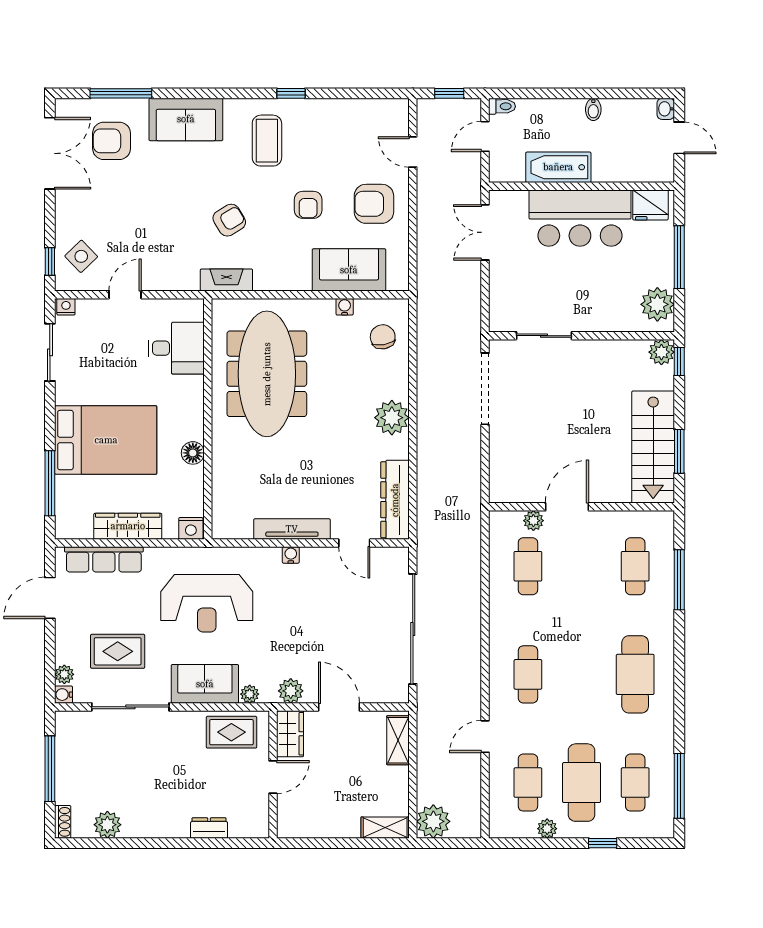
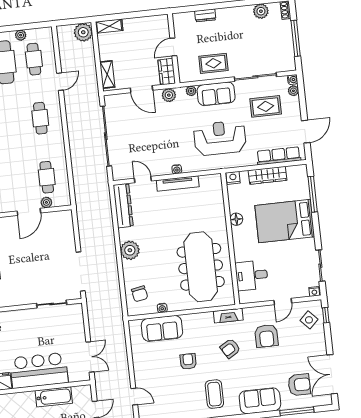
armchair: (374, 204) -> (266, 336), moved, turned 90
rug: (231, 732) -> (213, 63), moved

